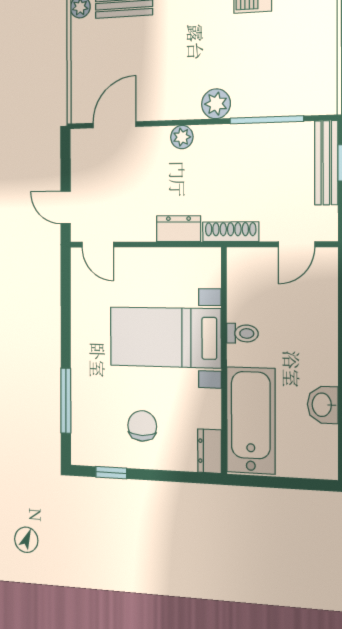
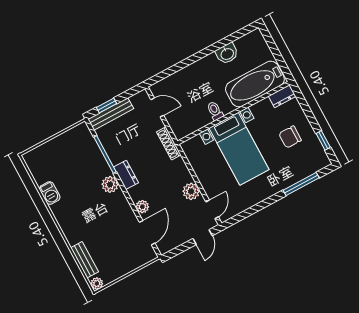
door: (114, 125) -> (147, 233), swing flipped
plant: (182, 137) -> (142, 207), moved
plant: (140, 227) -> (191, 191), added
dresser: (178, 229) -> (126, 175), moved, turned 180

